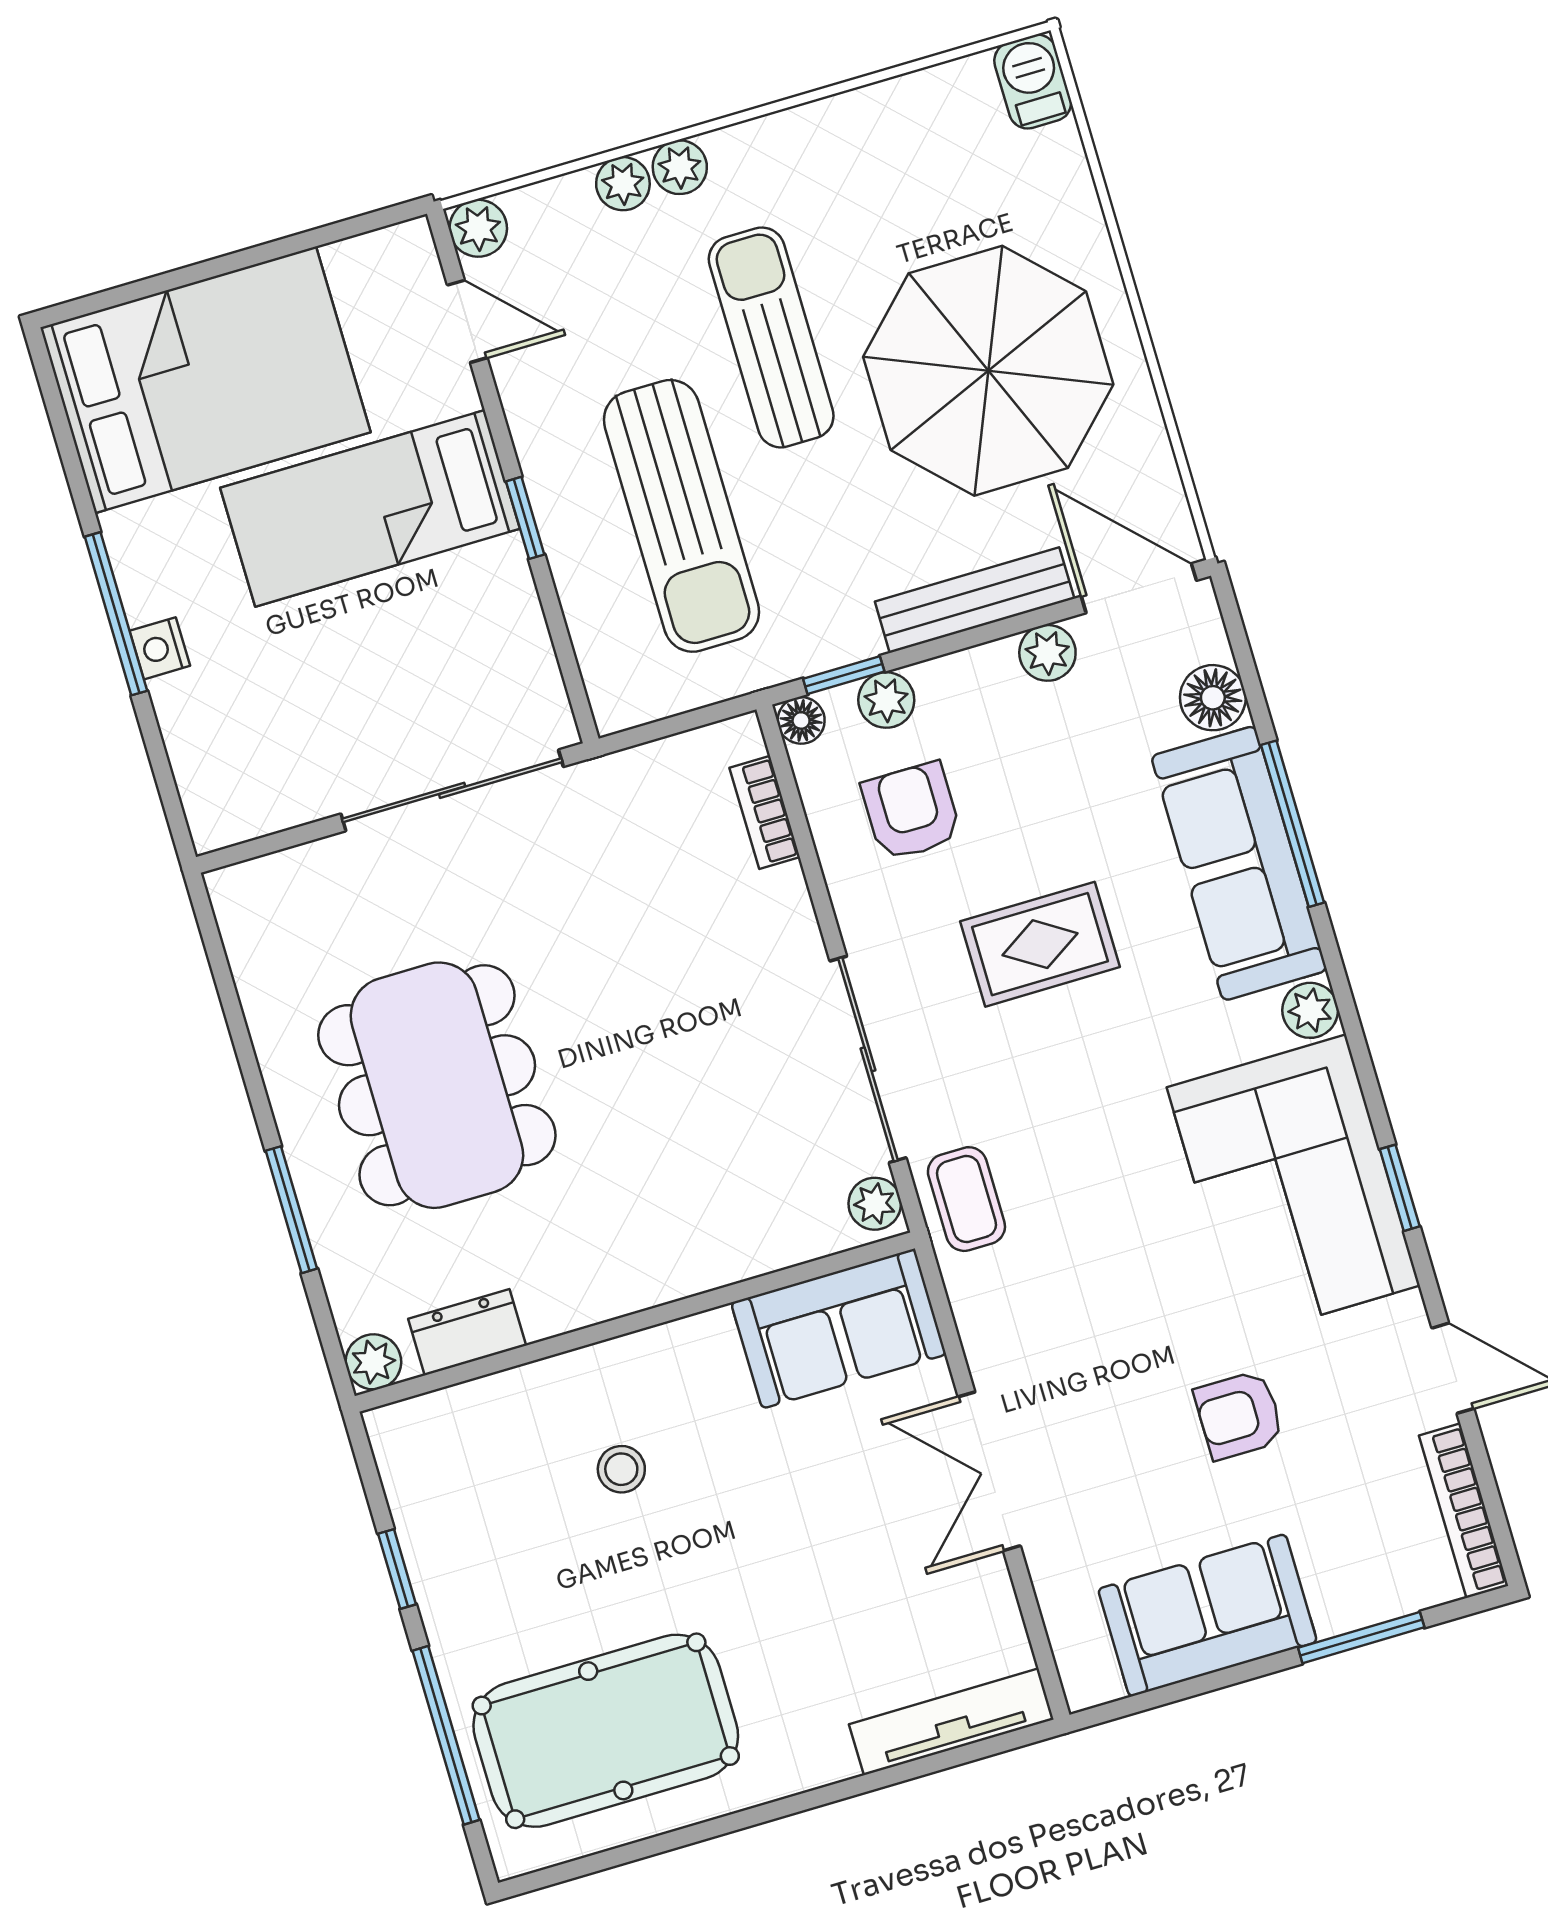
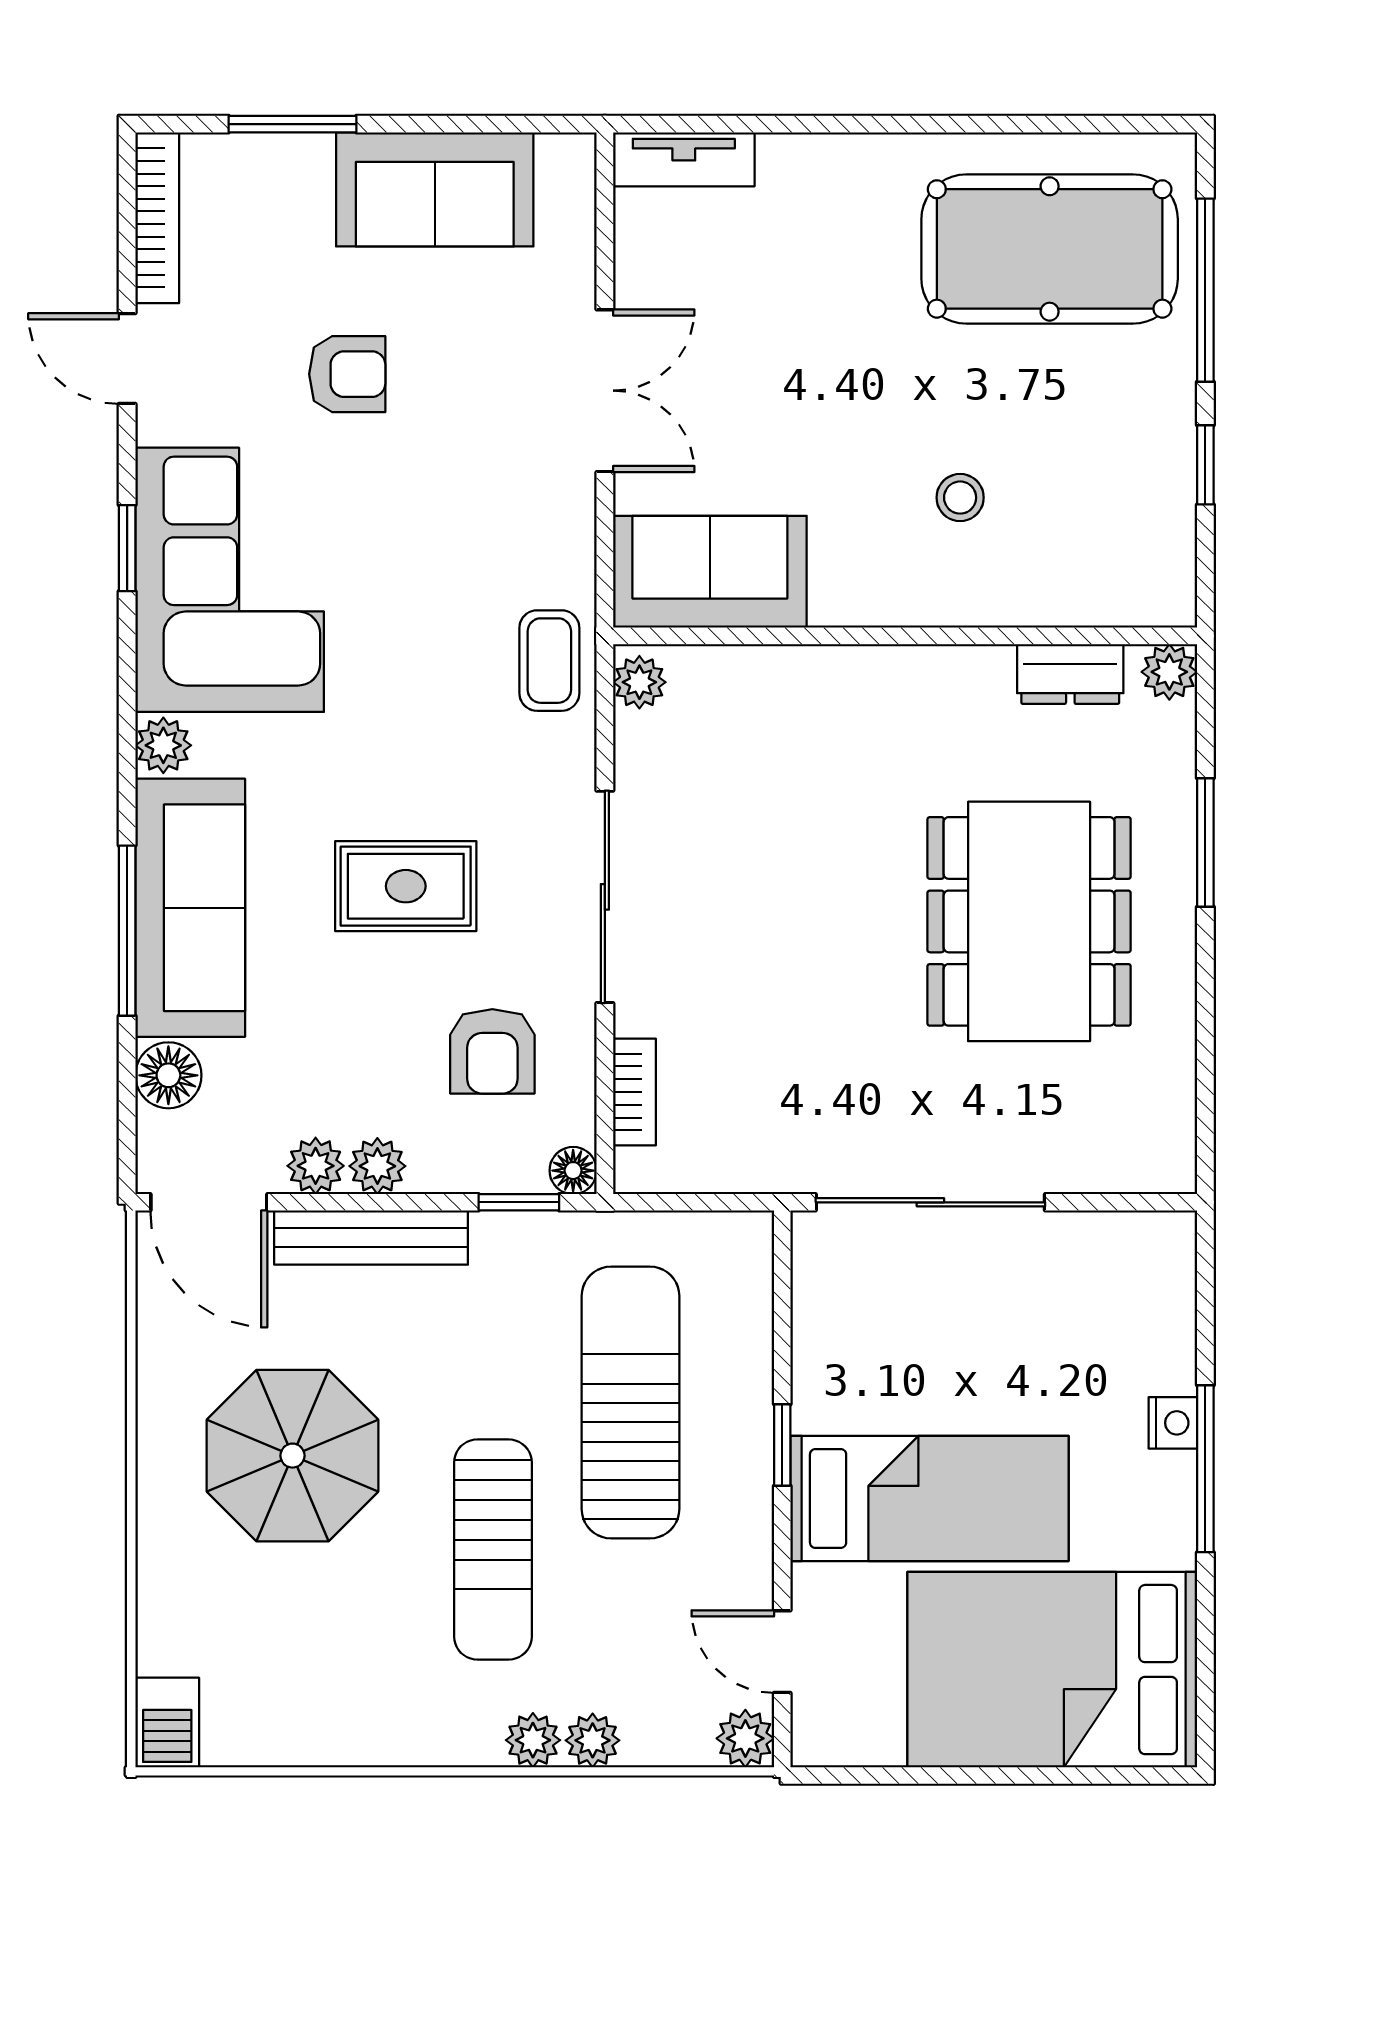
parasol: (988, 371) -> (292, 1456), width x0.73, depth x0.73
plant: (886, 700) -> (377, 1166), moved
sliding door: (868, 1059) -> (605, 897), moved
tv unit: (951, 1722) -> (684, 159), width x0.71

